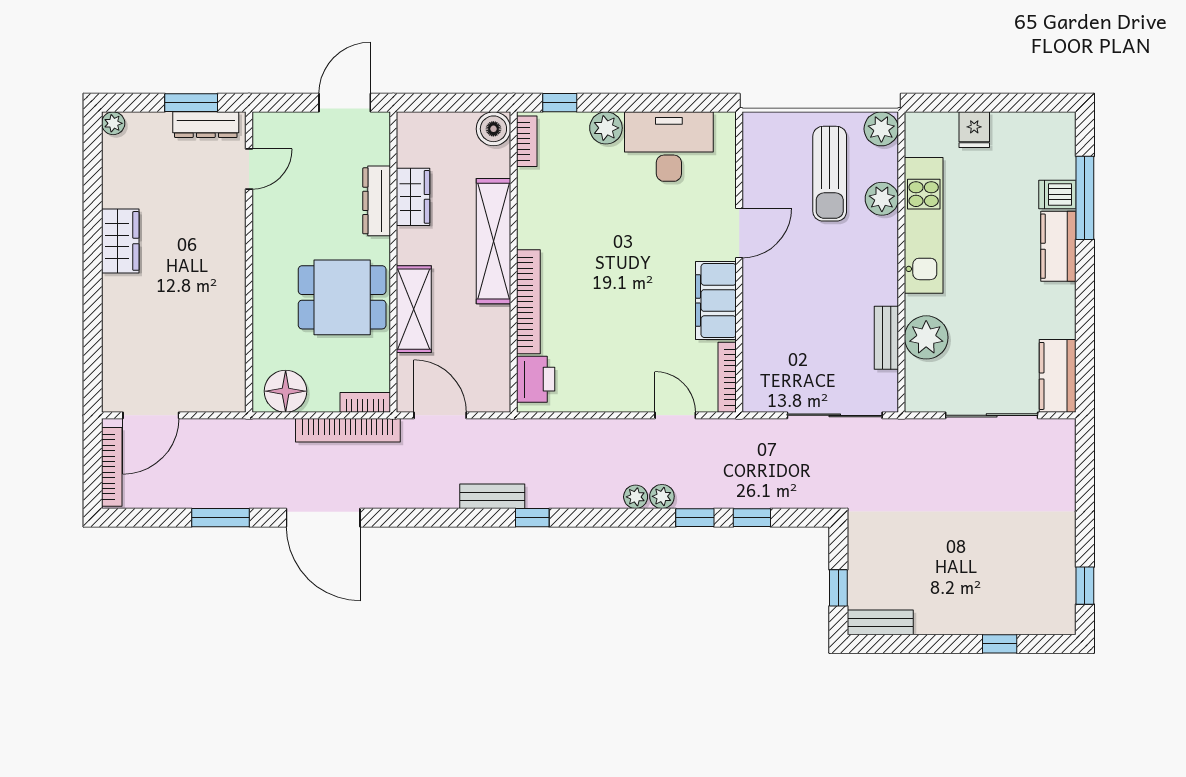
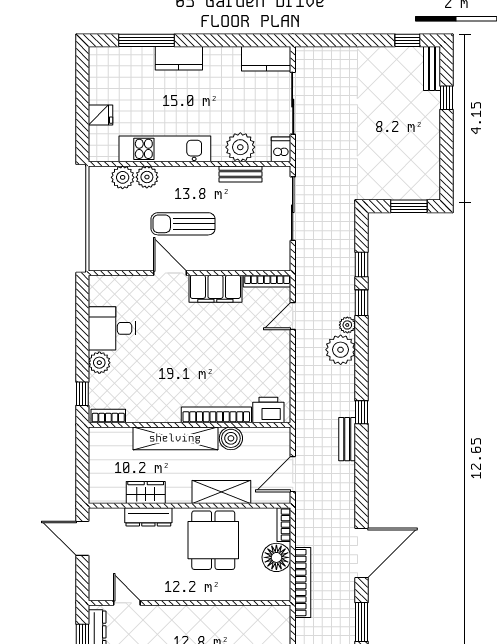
boiler: (493, 129) -> (231, 438), moved
plant: (881, 129) -> (123, 177), moved
desk: (669, 147) -> (112, 328), width x0.73
sun lounger: (830, 174) -> (183, 224), moved, turned 180
dishwasher: (1057, 194) -> (281, 149), moved, turned 180
floor lamp: (286, 391) -> (276, 557), moved
bookcase: (348, 430) -> (303, 583), moved
plant: (636, 497) -> (341, 350), width x1.88, depth x1.88
window: (838, 588) -> (409, 206), width x1.50
bench: (880, 622) -> (432, 69), moved

